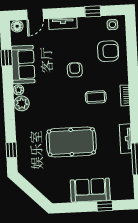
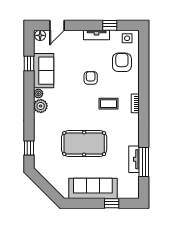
tv unit: (63, 23) -> (97, 35), moved
armchair: (108, 51) -> (122, 62), turned -90
tv unit: (126, 139) -> (134, 159), moved
sofa: (90, 190) -> (93, 188), width x1.36

